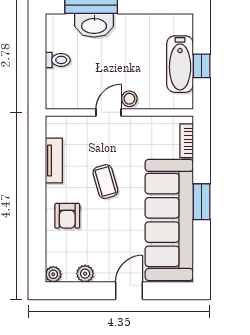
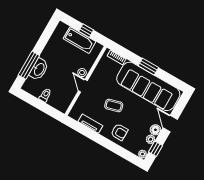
floor lamp: (105, 273) -> (155, 130), added
window: (74, 291) -> (156, 149), added

